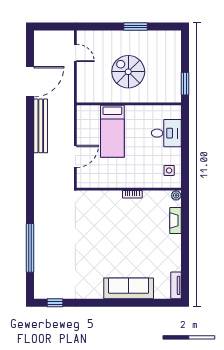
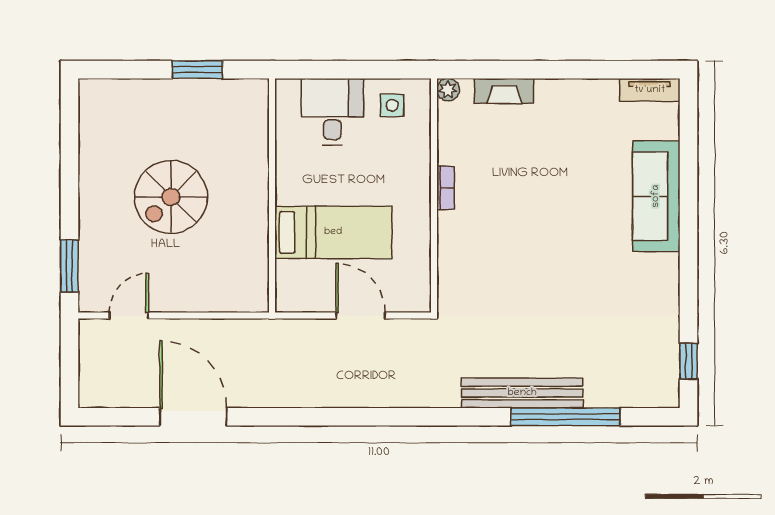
window: (136, 26) -> (69, 266), moved
wall: (129, 104) -> (272, 195), moved
bench: (41, 126) -> (522, 393), moved
bed: (112, 131) -> (333, 232), moved
desk: (166, 133) -> (332, 112), moved

